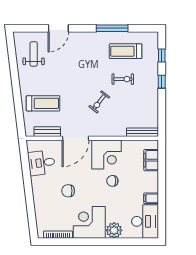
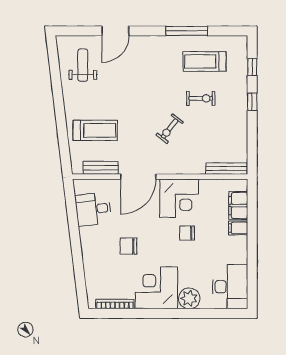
filing cabinet: (151, 198) -> (238, 228), moved

